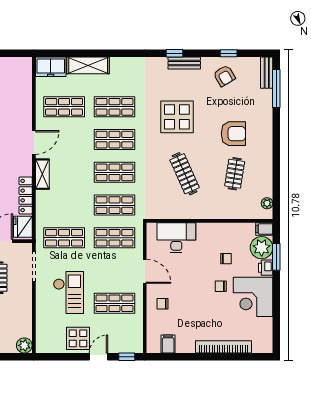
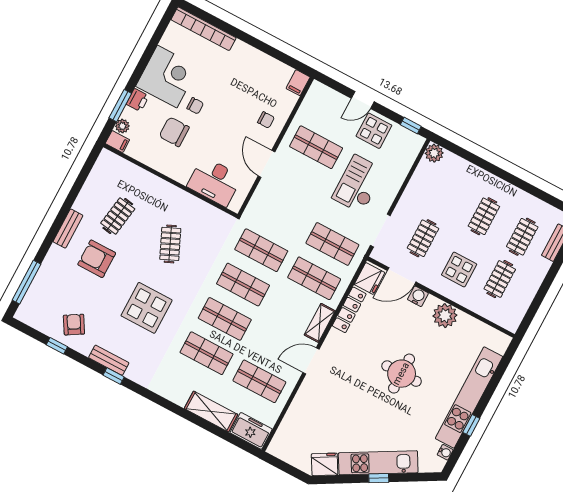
bench: (267, 73) -> (68, 229), moved
clothes rail: (185, 174) -> (170, 244), width x0.73
plant: (267, 203) -> (100, 167), removed
shop shelf: (114, 238) -> (314, 278), moved
plant: (262, 248) -> (122, 126), width x0.53, depth x0.53
chair: (226, 259) -> (174, 132), width x1.87, depth x1.87
filing cabinet: (168, 344) -> (298, 83), moved
bookcase: (224, 347) -> (204, 29), moved
window: (127, 357) -> (411, 126), moved

